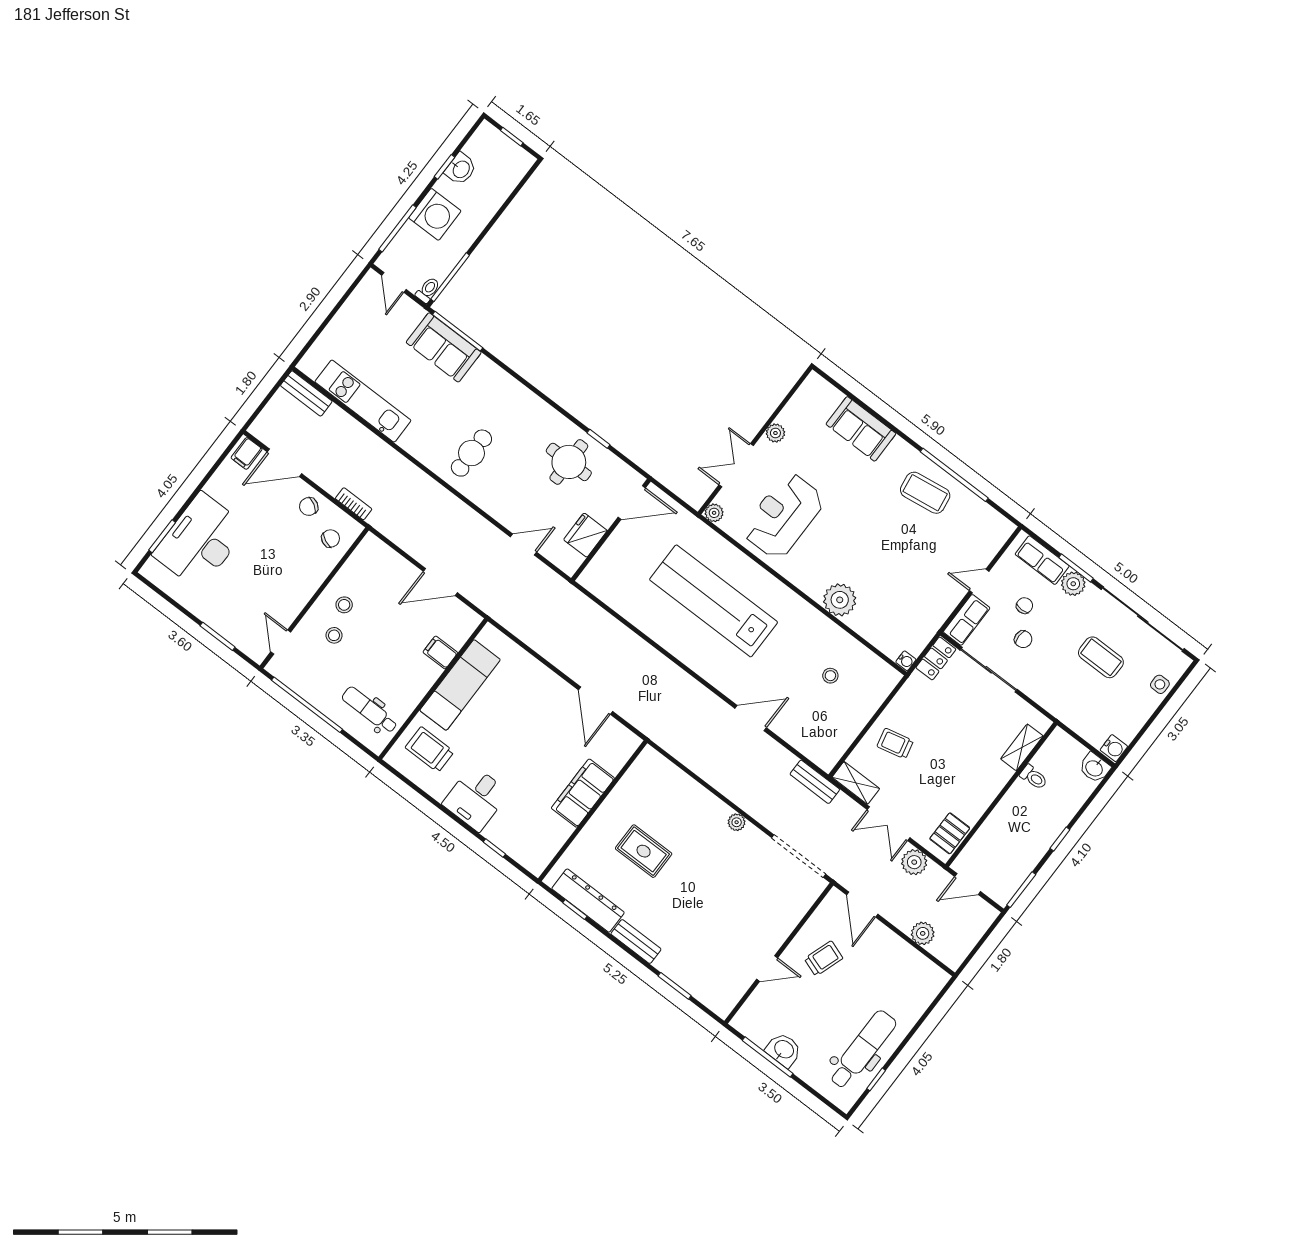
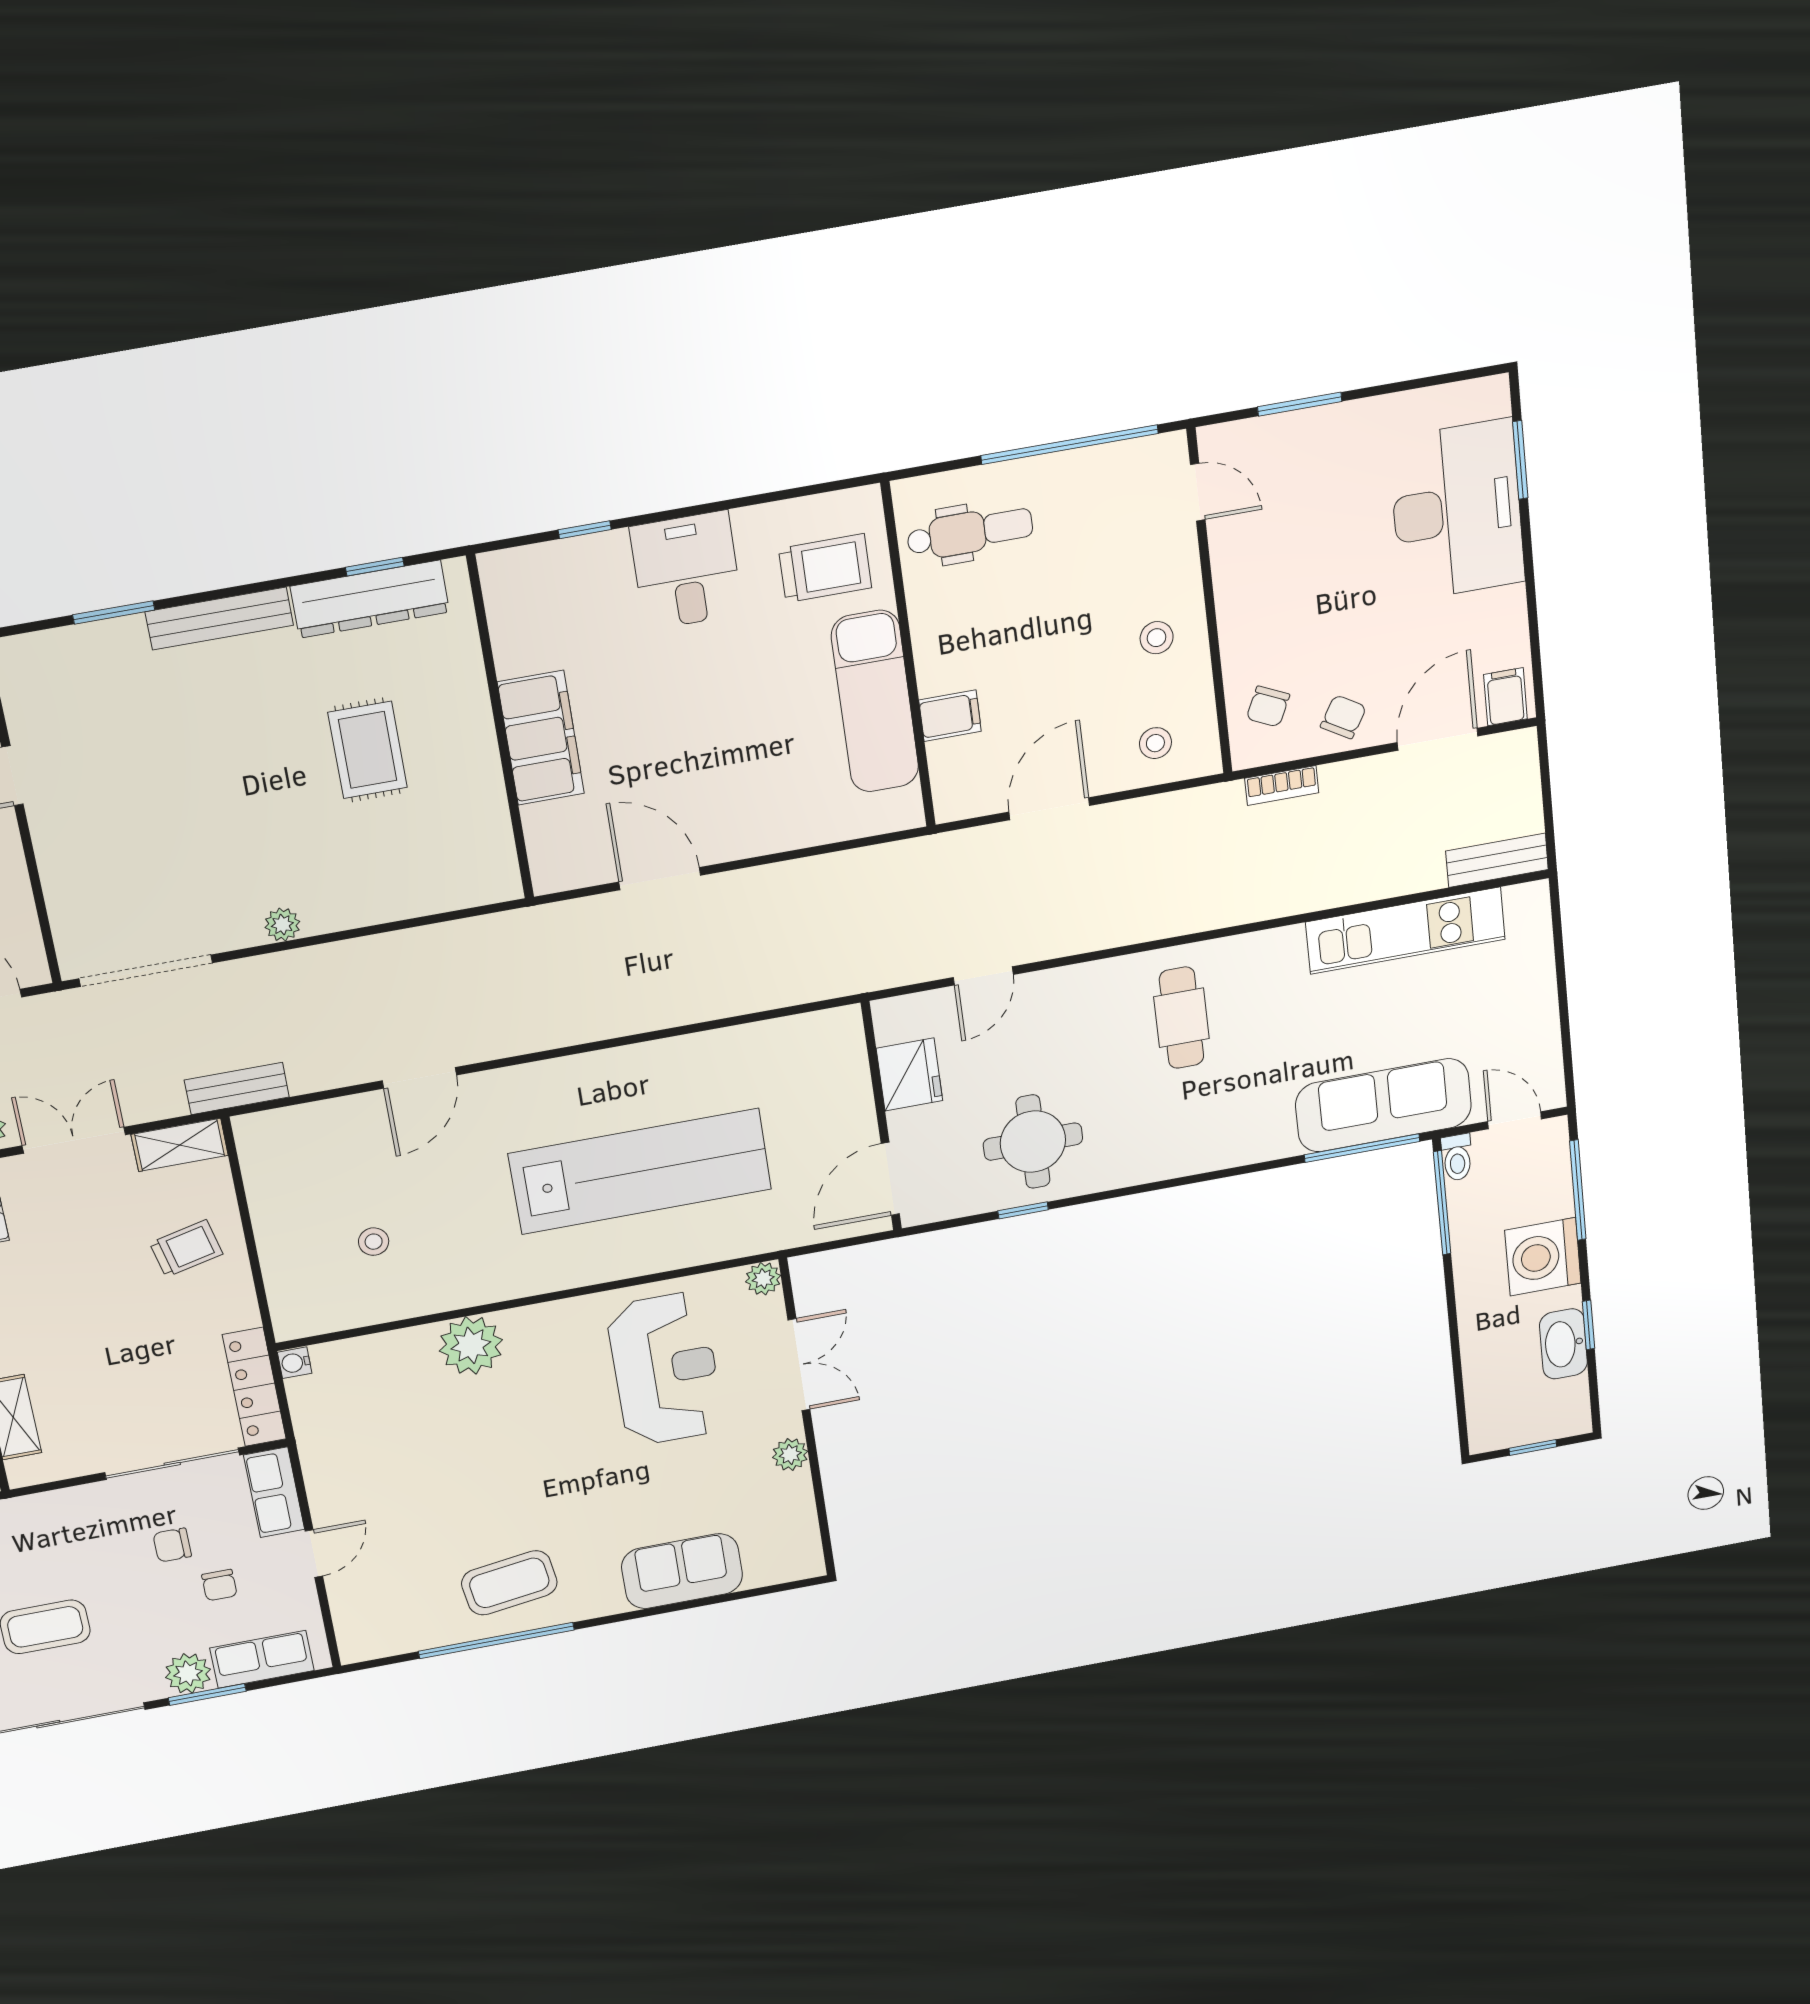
washbasin: (461, 169) -> (1563, 1344), width x1.38
sofa: (444, 347) -> (1383, 1105), width x1.36
stool: (334, 635) -> (1155, 743), moved
locker: (936, 658) -> (254, 1387), width x1.53
rug: (644, 851) -> (368, 750), turned 90
bench: (636, 942) -> (219, 618), width x1.36

